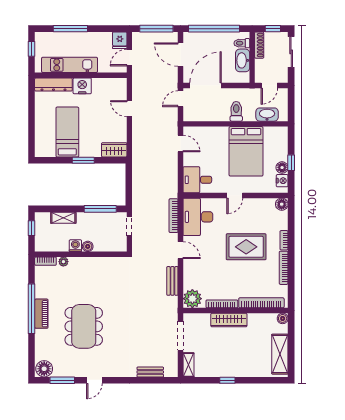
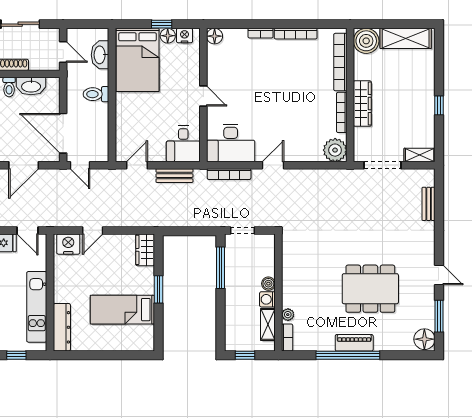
nightstand: (82, 86) -> (68, 244), moved, turned 90
bed: (246, 151) -> (138, 60), moved, turned 90
shelving: (63, 218) -> (268, 324), moved
rug: (246, 247) -> (269, 82), removed
bench: (172, 281) -> (174, 176), moved
boiler: (283, 318) -> (366, 41), width x1.86, depth x1.86

